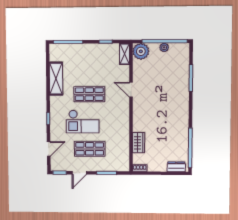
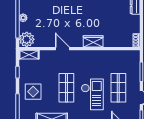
display table: (85, 59) -> (33, 92), added
door: (131, 90) -> (62, 49), swing flipped
wardrobe: (139, 143) -> (93, 41), moved

